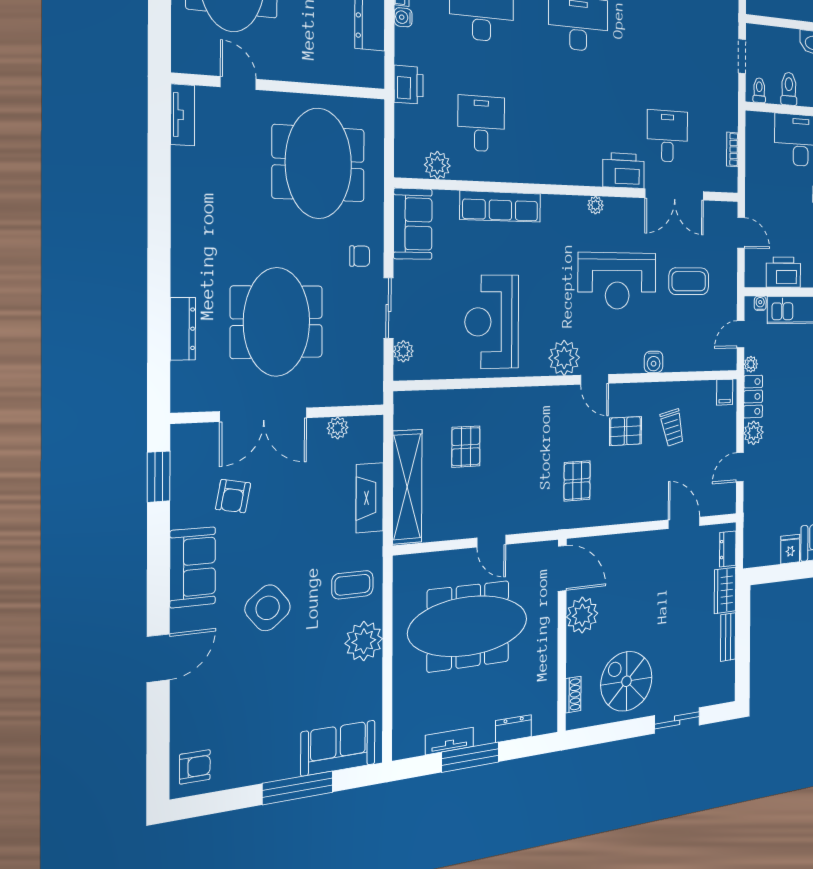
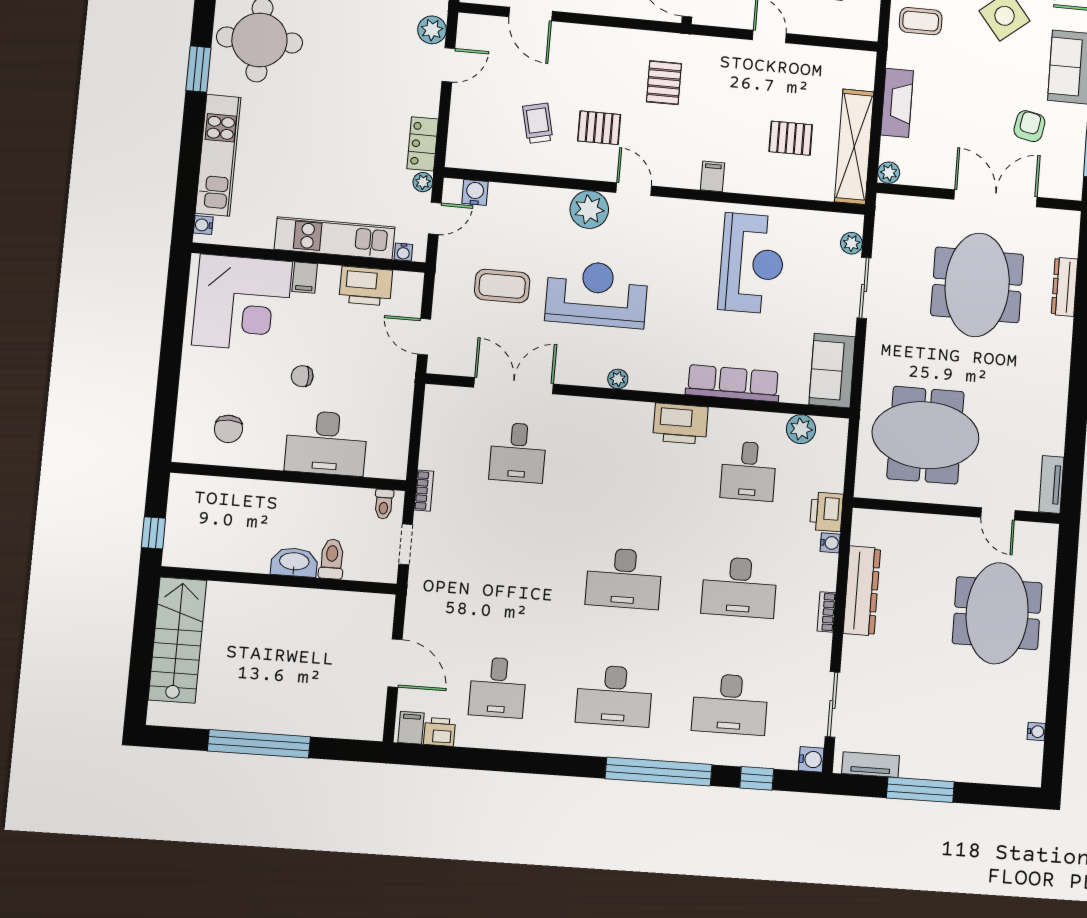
water cooler: (403, 17) -> (830, 543), moved
toilet: (789, 89) -> (332, 559), moved, turned 180
bookcase: (732, 149) -> (424, 491), moved
meeting table: (319, 163) -> (925, 435), turned 90
printer: (624, 171) -> (680, 424), moved
chair: (360, 256) -> (890, 342), removed
plant: (564, 358) -> (589, 210), moved
water cooler: (654, 362) -> (475, 192), moved
filing cabinet: (725, 392) -> (713, 176), moved
plant: (338, 428) -> (889, 173), moved
plant: (754, 433) -> (432, 30), moved
pallet: (466, 447) -> (791, 138), turned 90
shelving: (407, 487) -> (854, 147), moved

